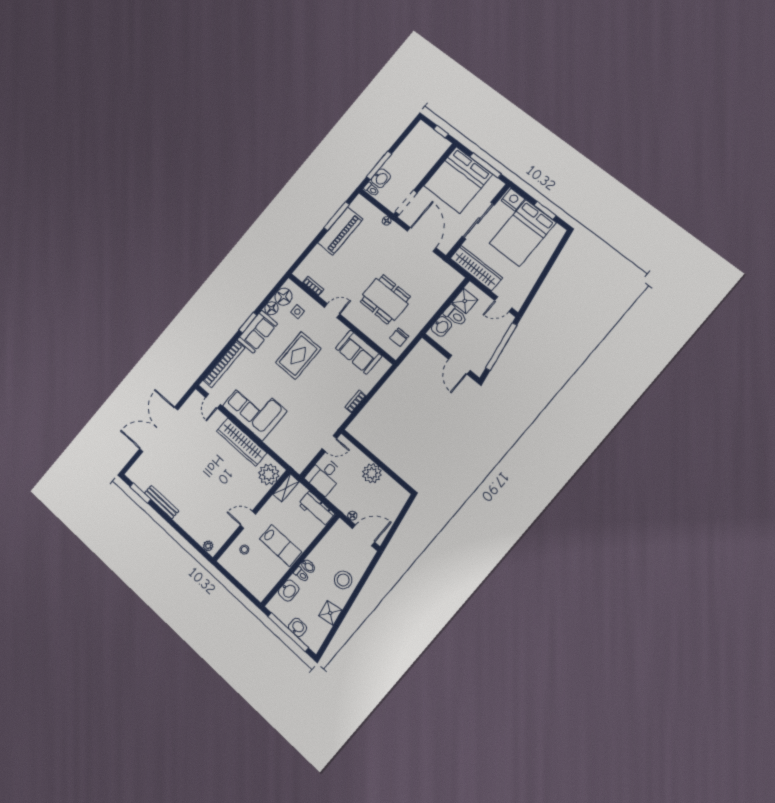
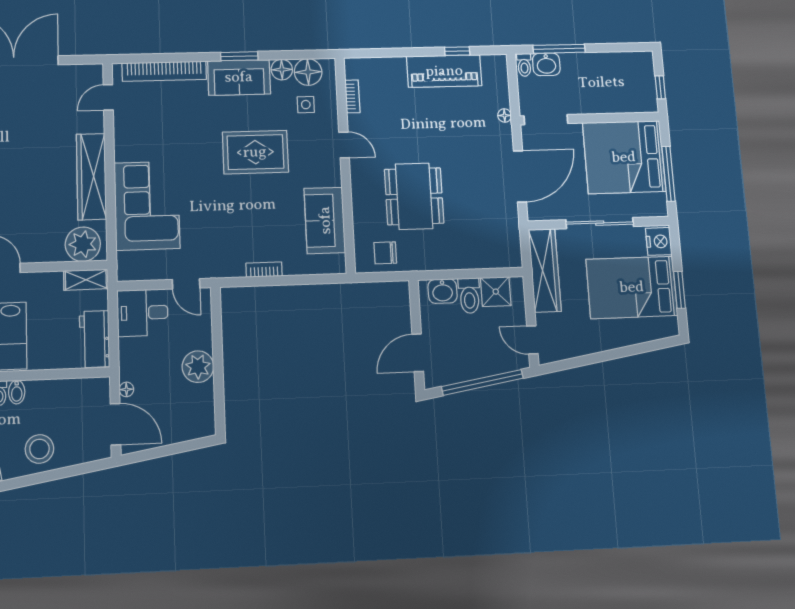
window: (337, 216) -> (457, 51), width x0.46
corner sofa: (255, 409) -> (147, 206), moved

